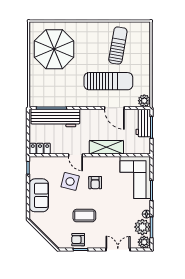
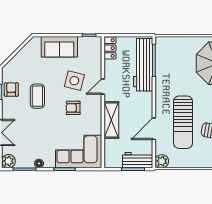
plant: (142, 227) -> (25, 159), removed

